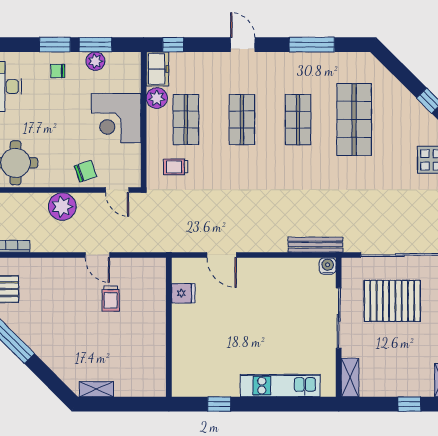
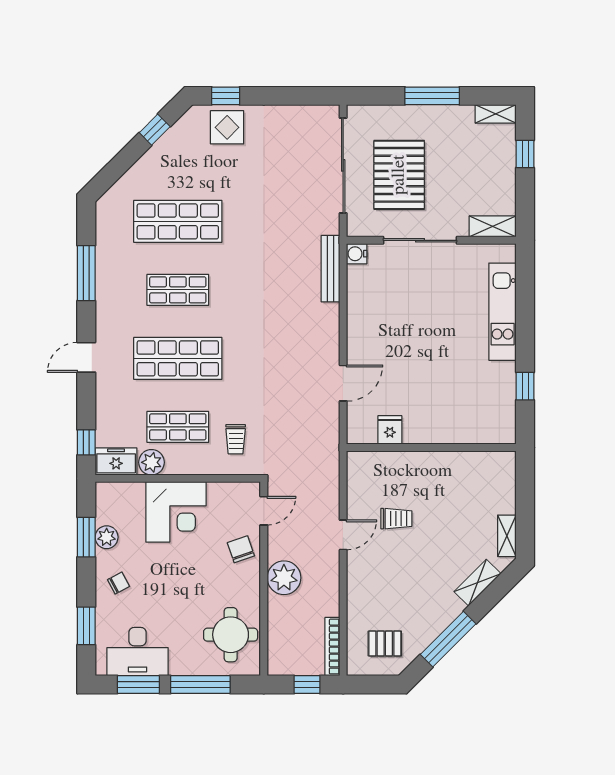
window: (55, 45) -> (86, 626), moved
chair: (58, 71) -> (118, 583), turned -118
shop shelf: (242, 120) -> (178, 358), width x1.43, depth x1.36
shelving: (58, 365) -> (478, 583), added

